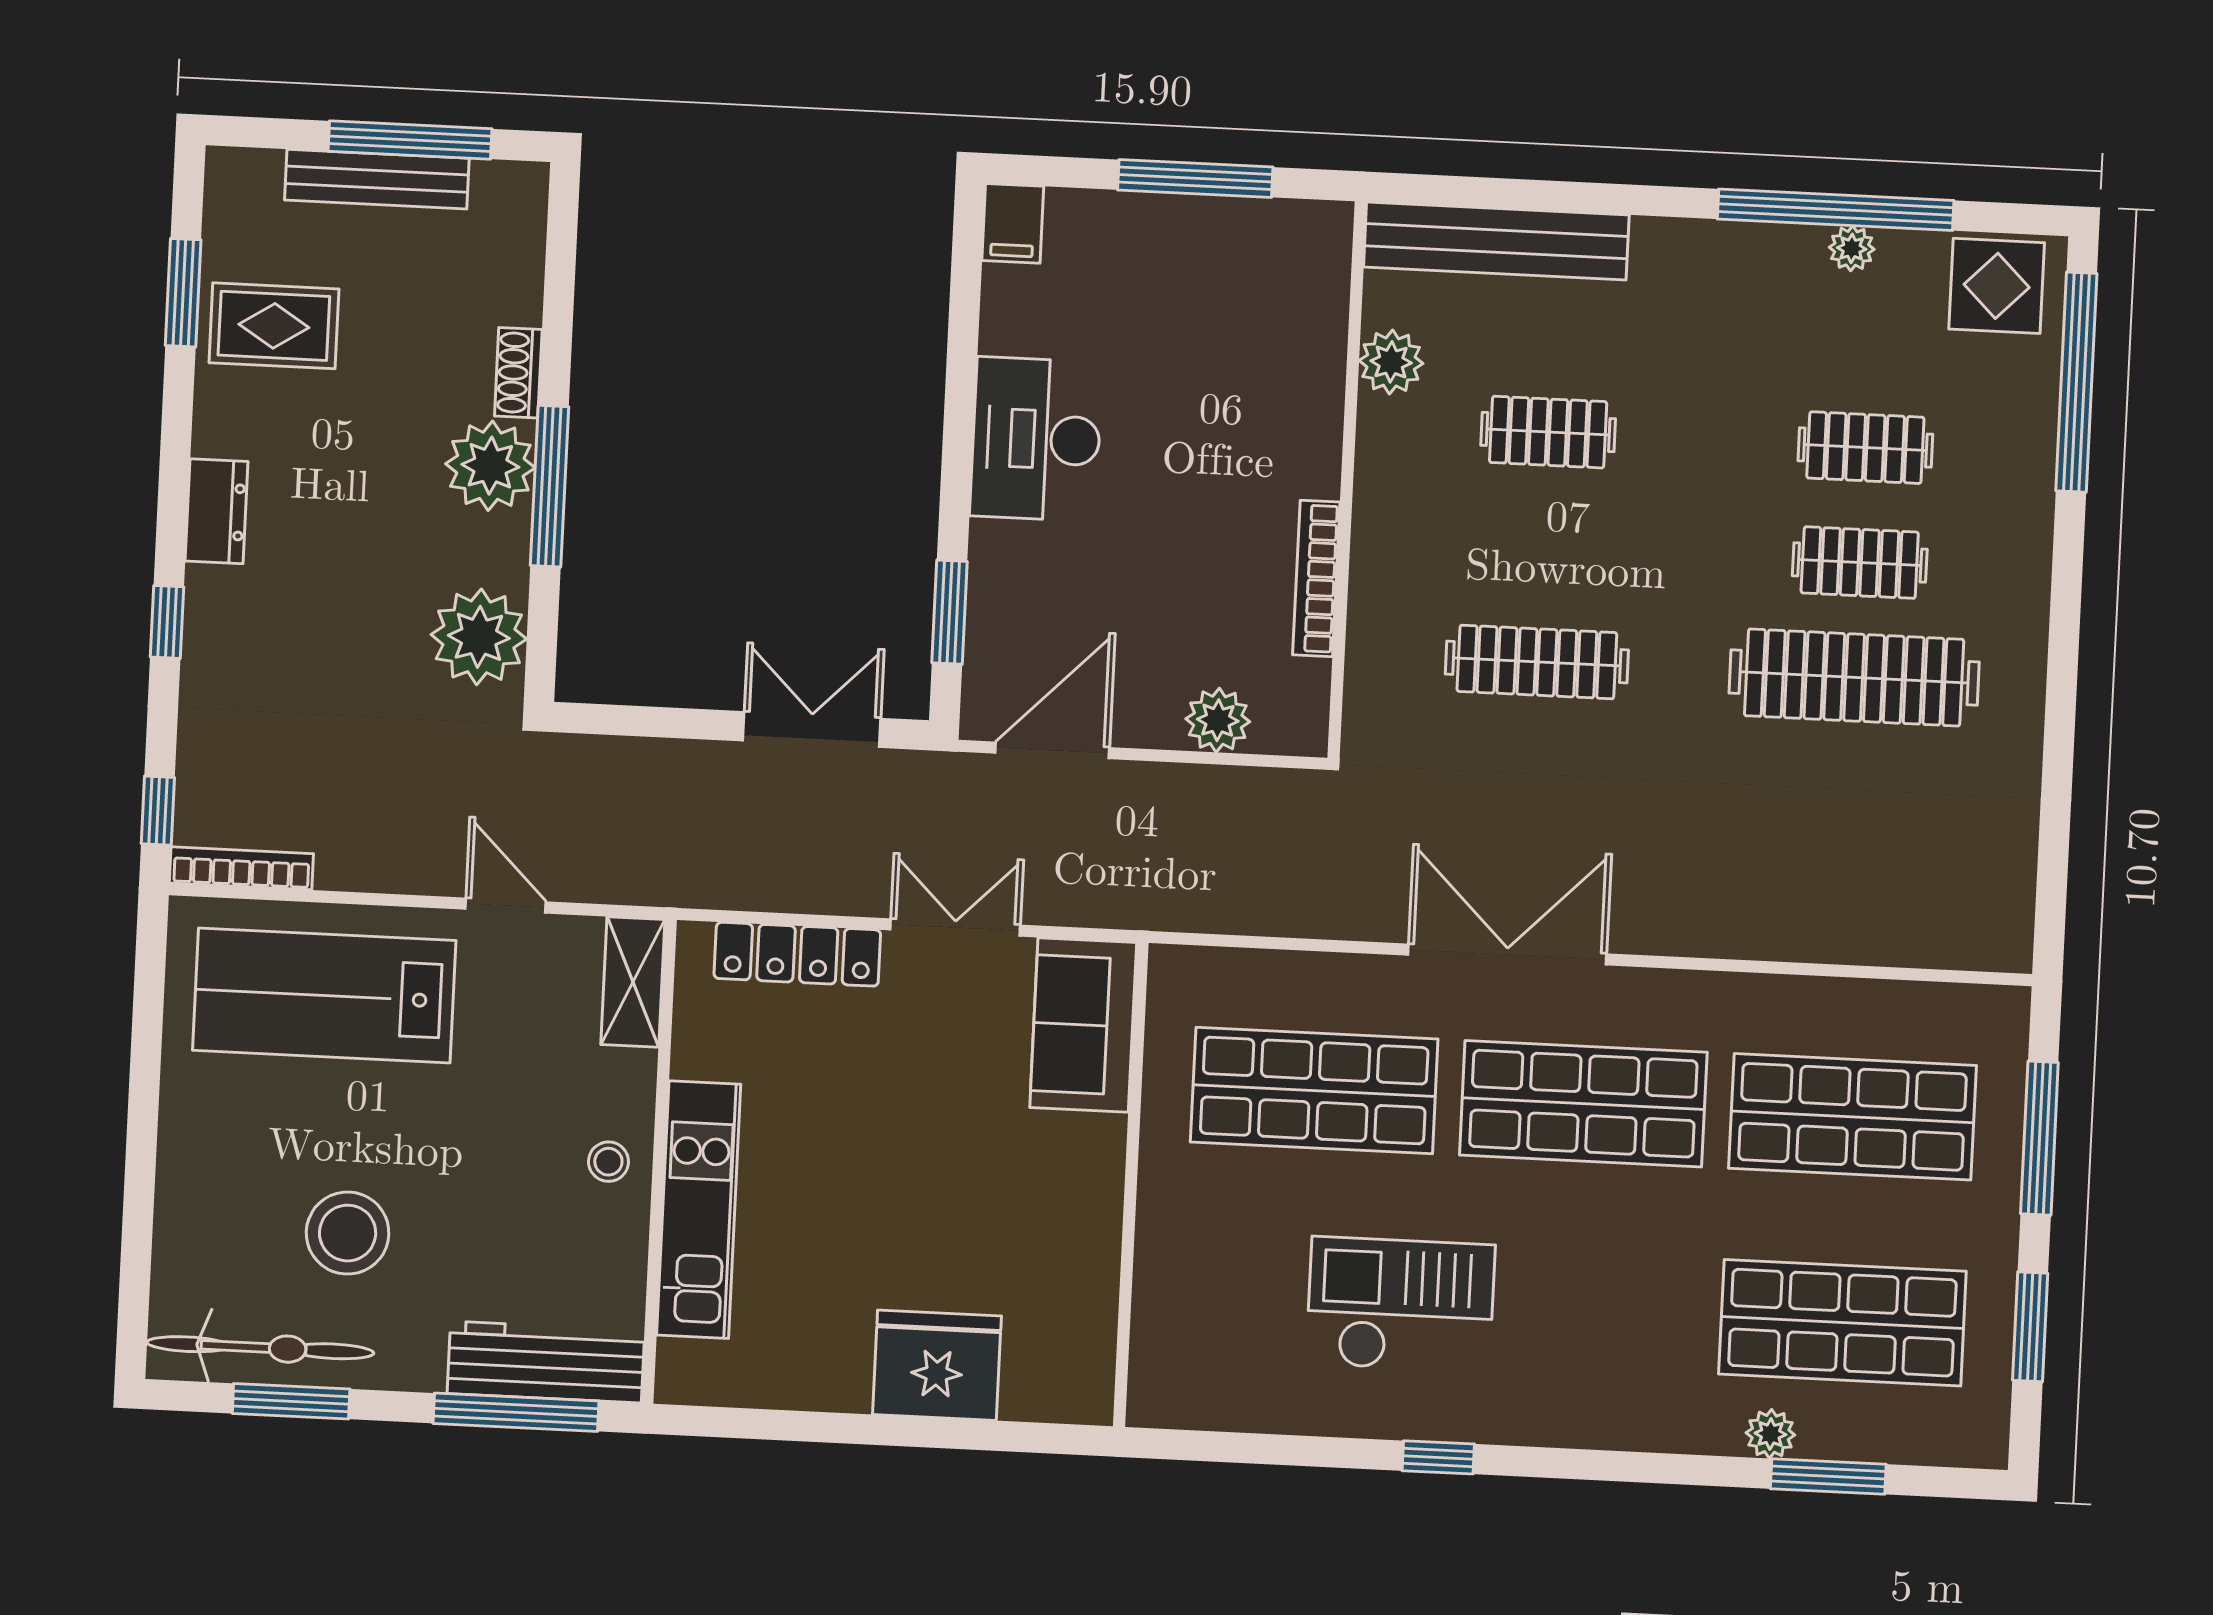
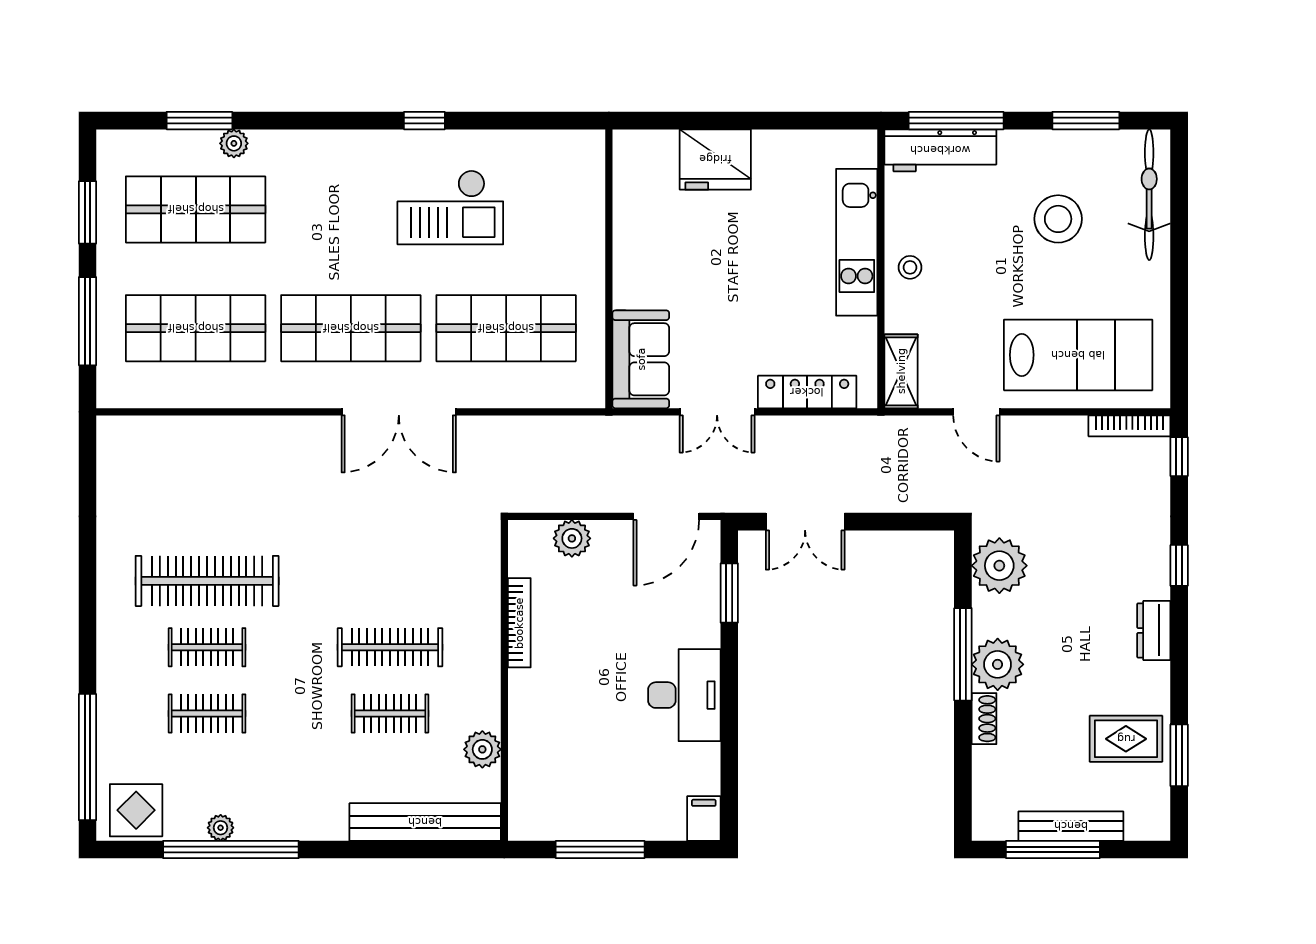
clothes rail: (1537, 662) -> (390, 647), moved
bicycle: (260, 1348) -> (1149, 195), moved, turned 90

